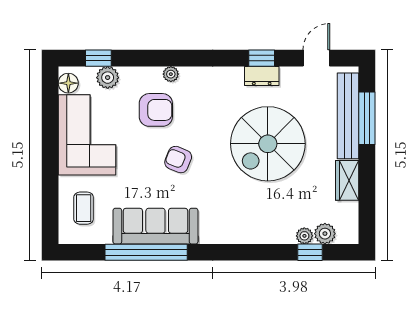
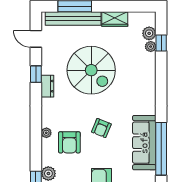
dresser: (262, 76) -> (47, 86), moved
armchair: (156, 110) -> (69, 142), turned 180

